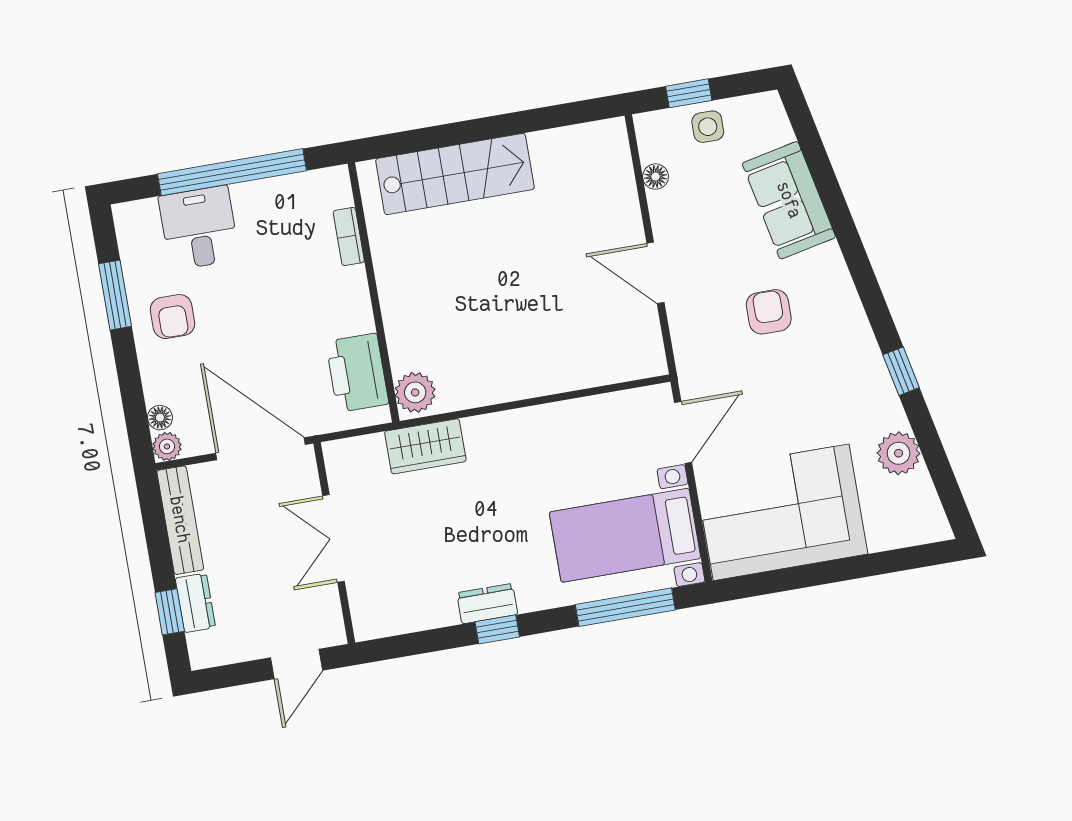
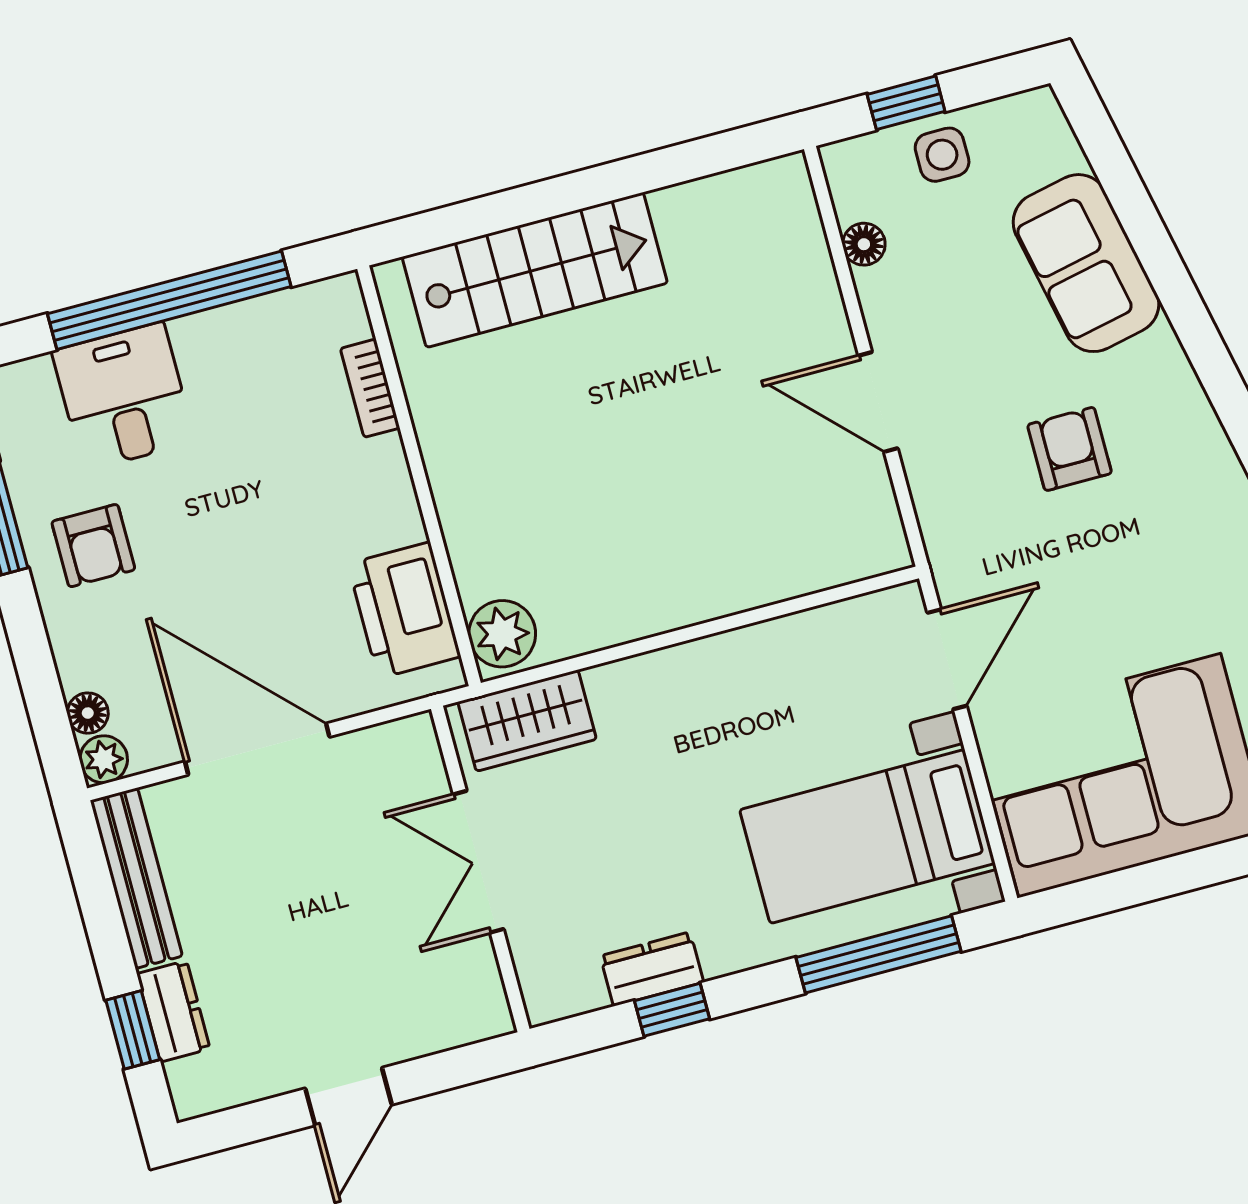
double door: (333, 539) -> (478, 862), moved
wall: (334, 543) -> (480, 869), moved

